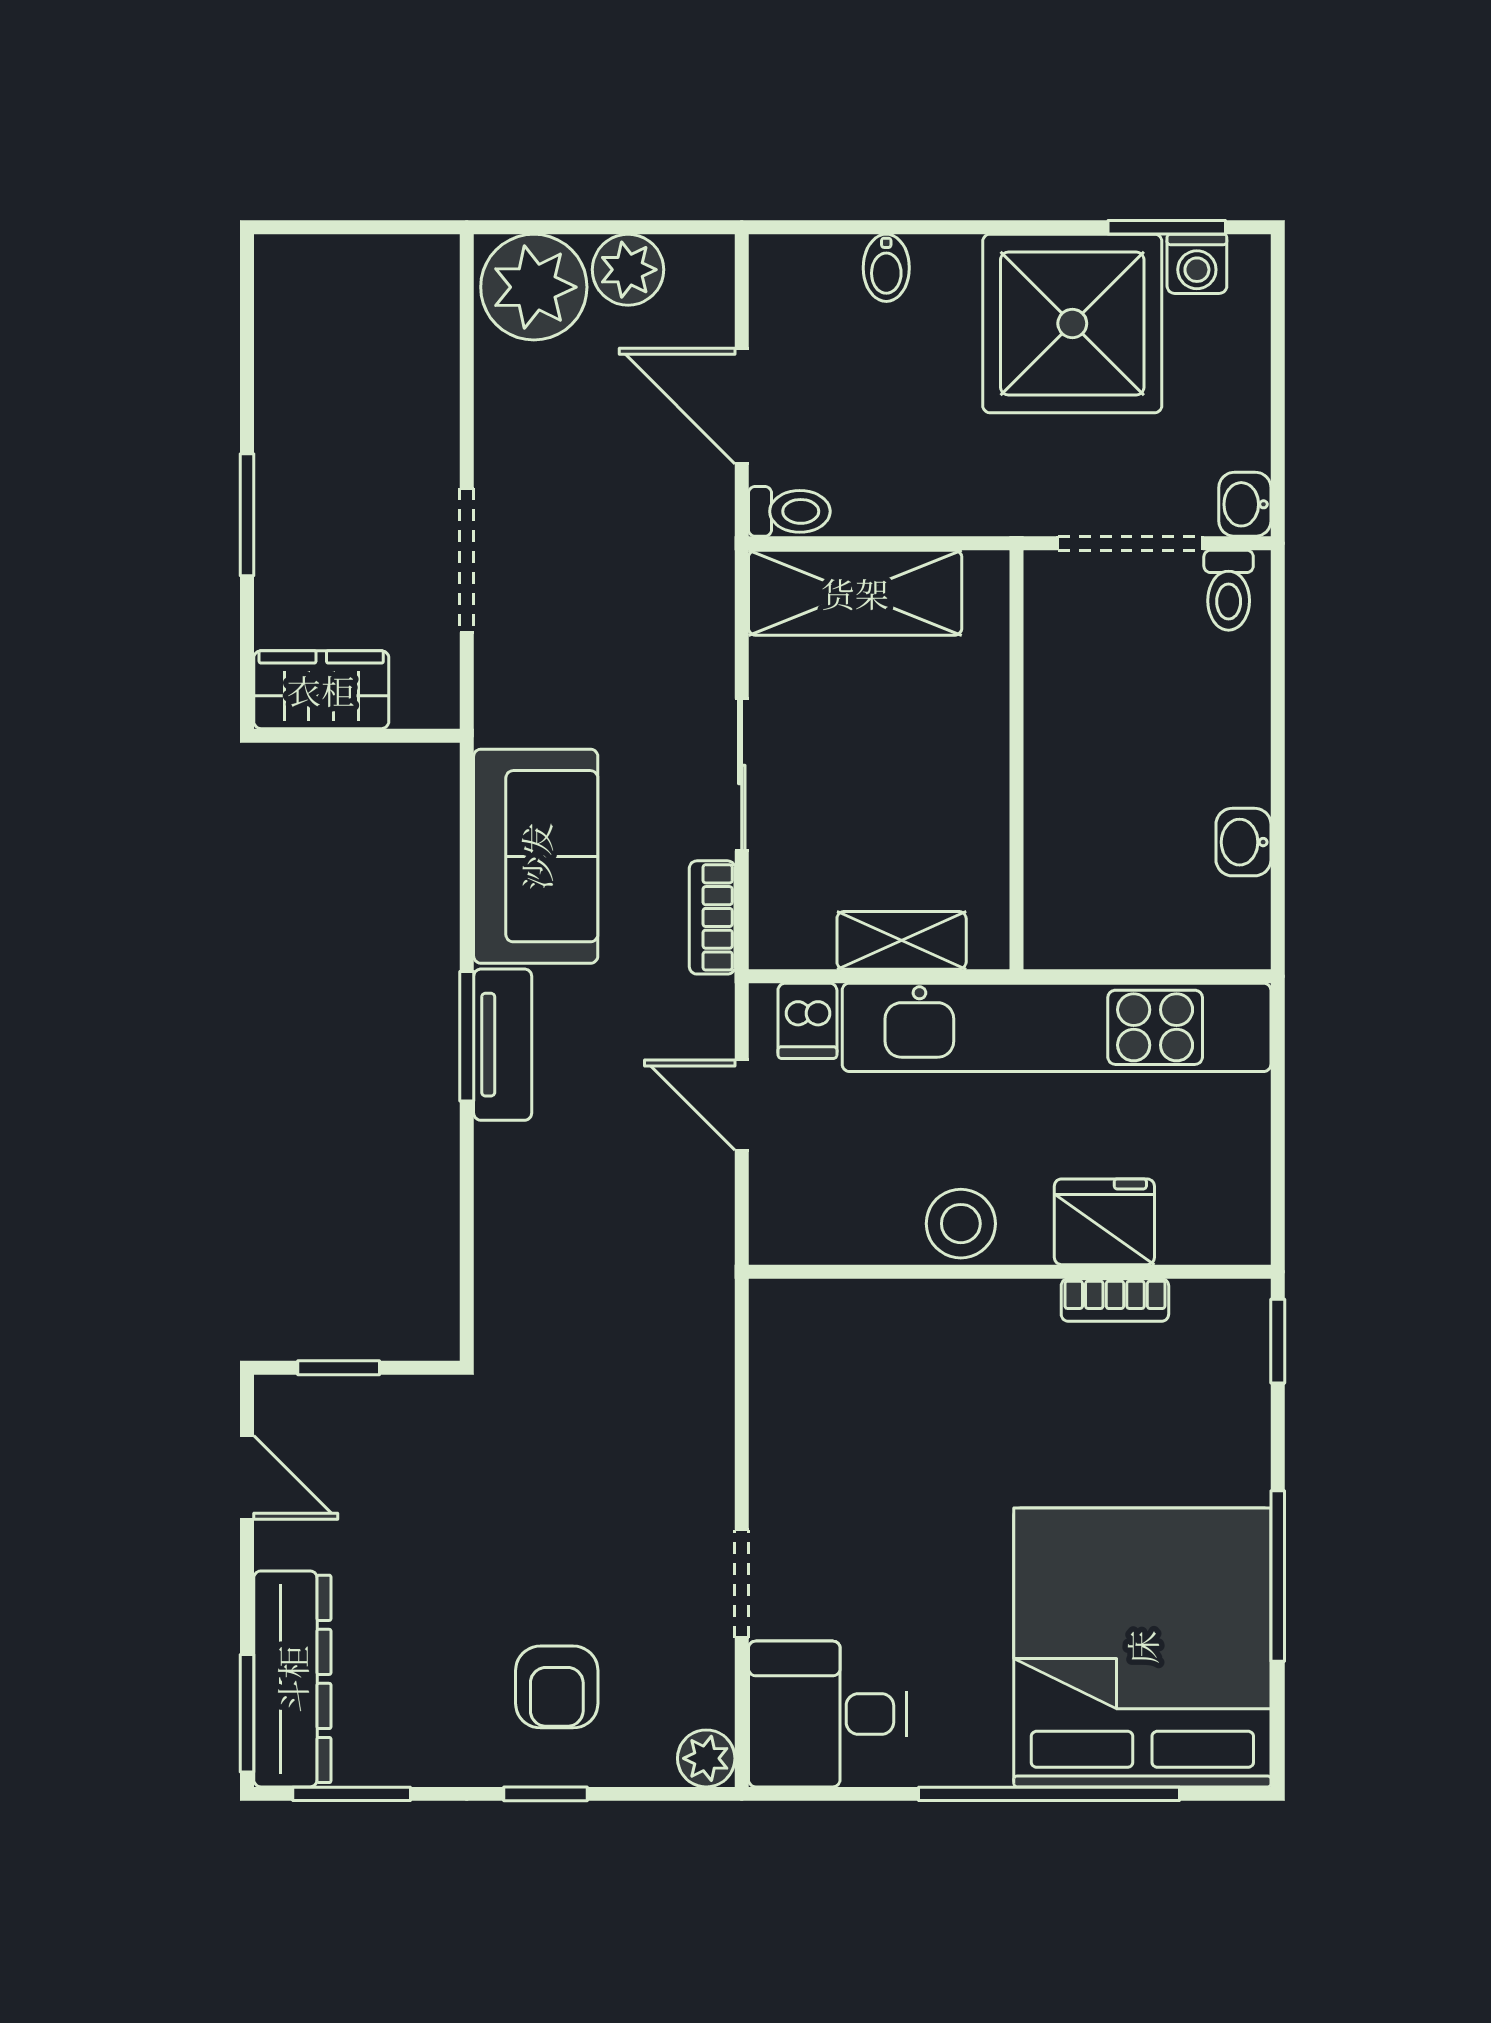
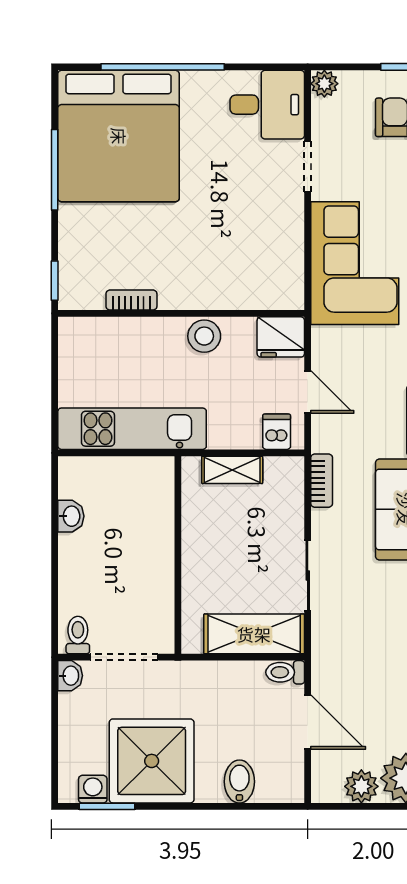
bidet: (886, 268) -> (239, 782), width x1.38, depth x1.36
sliding door: (742, 775) -> (308, 575), moved
kitchen unit: (1057, 1027) -> (132, 429), width x0.73
fridge: (1104, 1222) -> (281, 337), moved
corner sofa: (642, 1378) -> (355, 263), added

